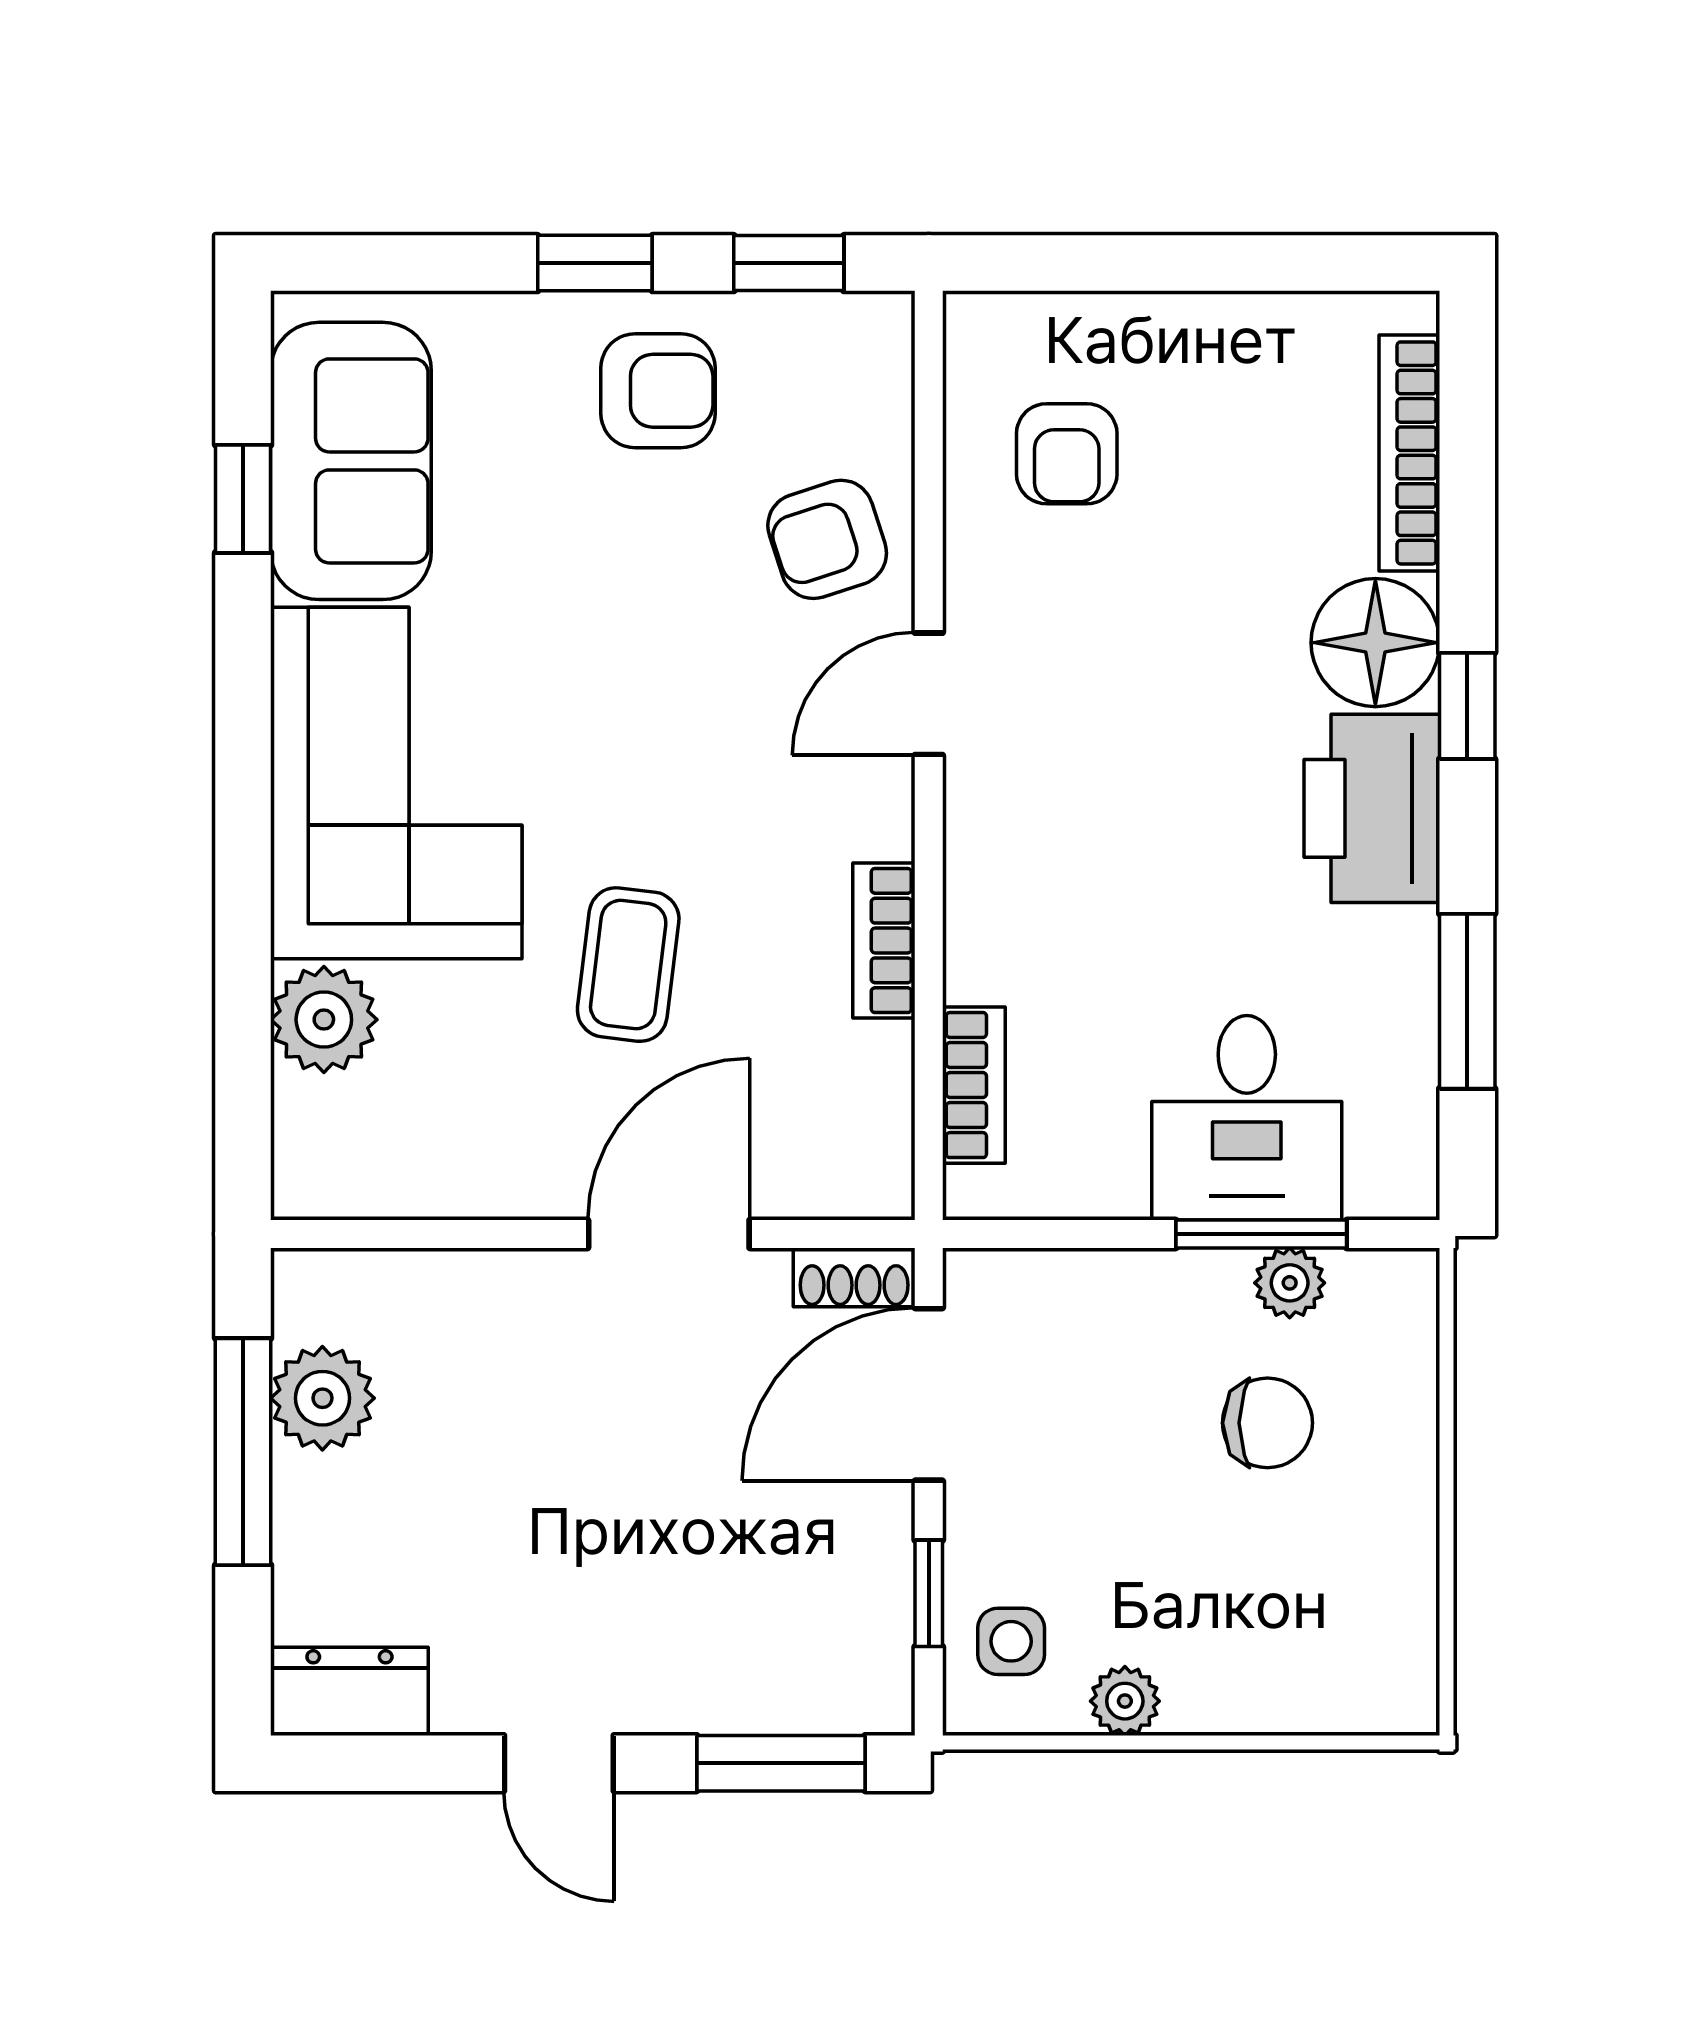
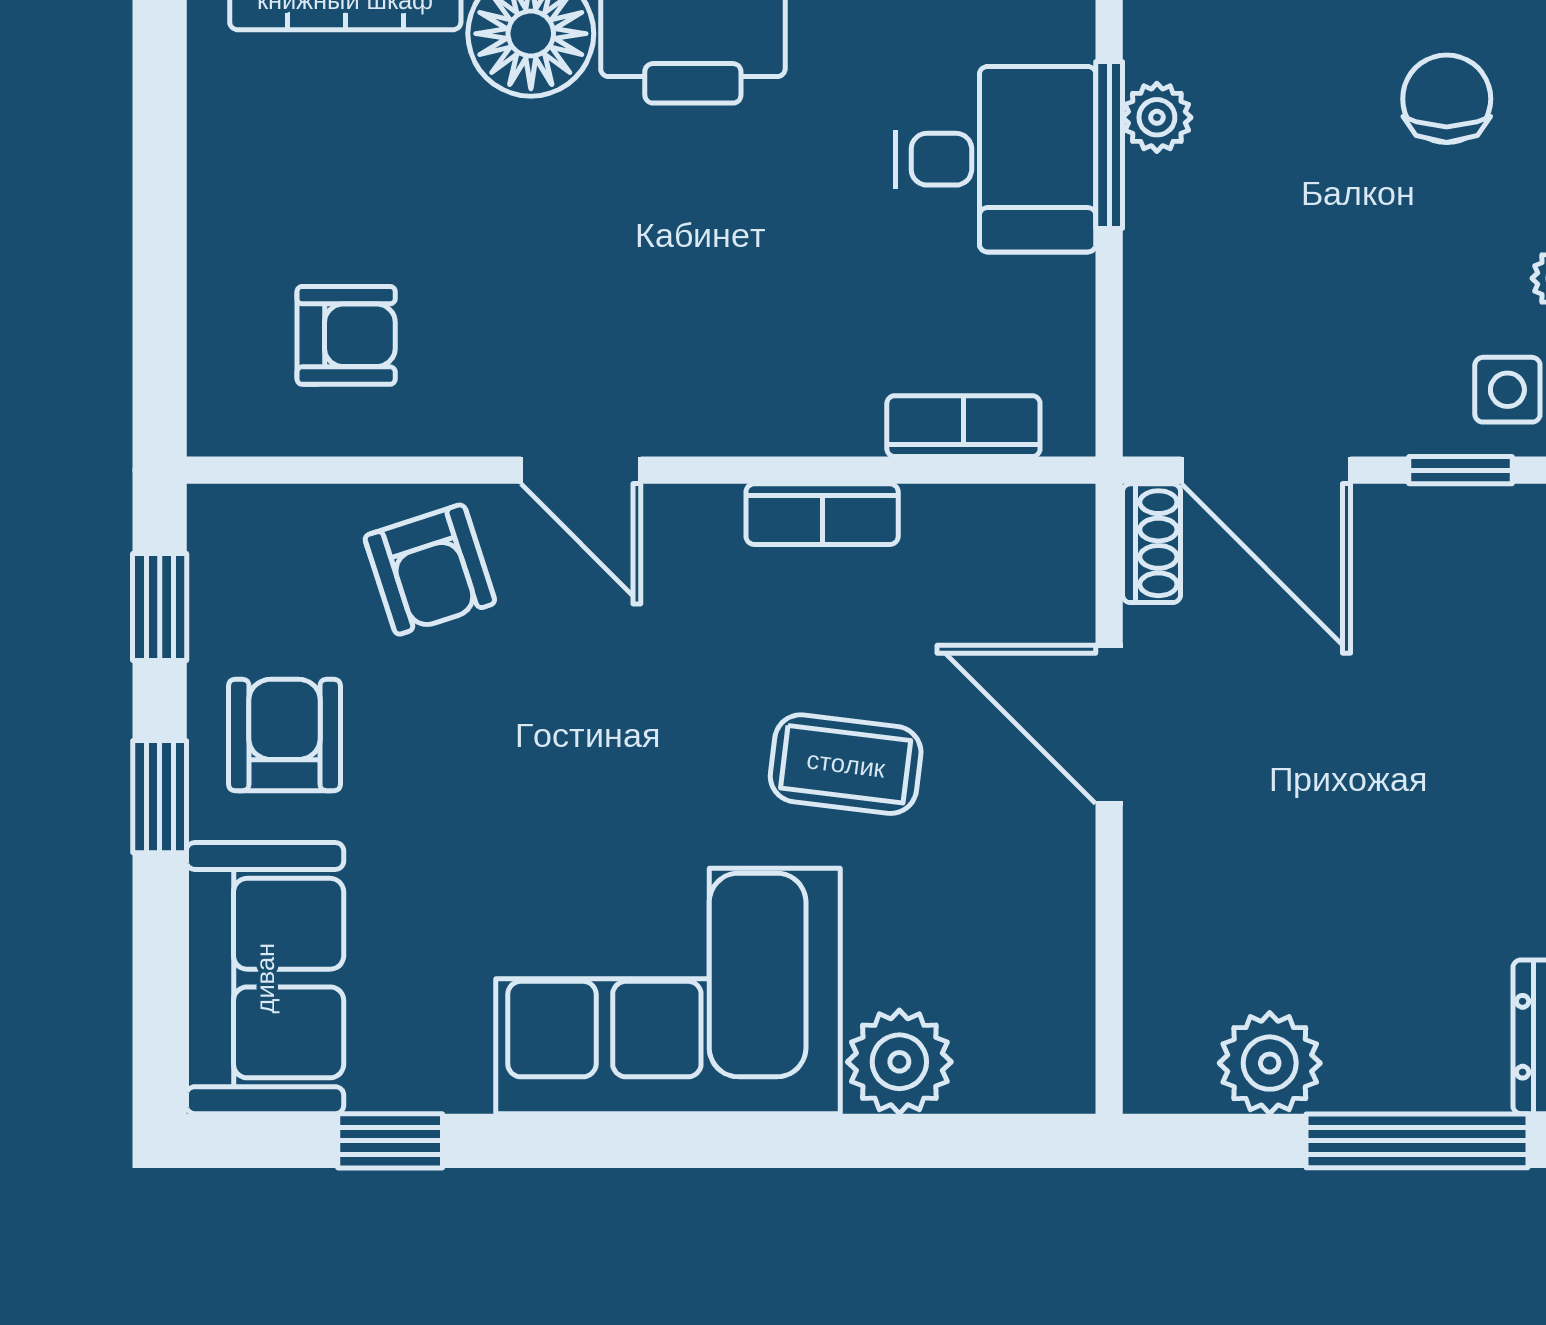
sofa: (351, 461) -> (265, 978), moved, turned 90
chair: (1267, 1423) -> (1447, 99), moved
window: (243, 1452) -> (1417, 1141), moved

